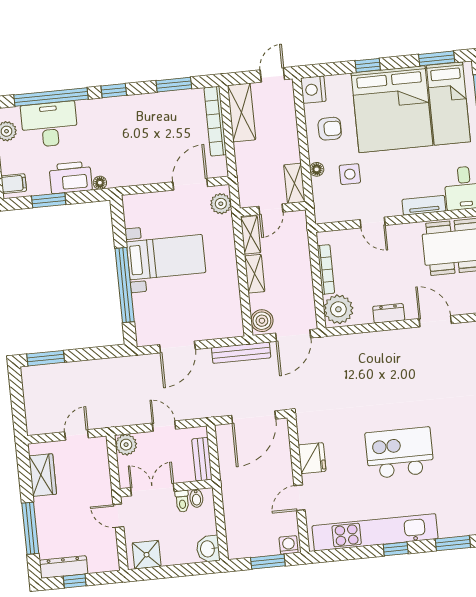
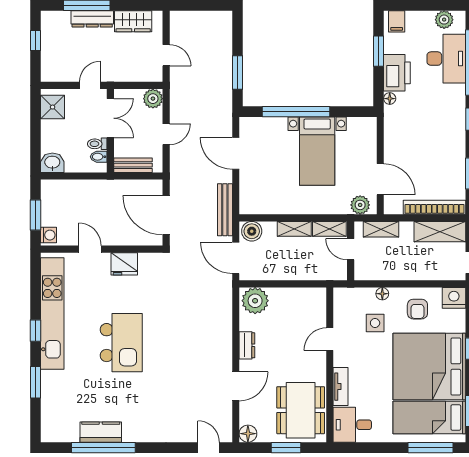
shelving: (294, 183) -> (381, 229), moved
bookcase: (326, 269) -> (292, 293), removed
window: (46, 358) -> (237, 72), moved
dresser: (64, 567) -> (92, 19), moved, turned 90

